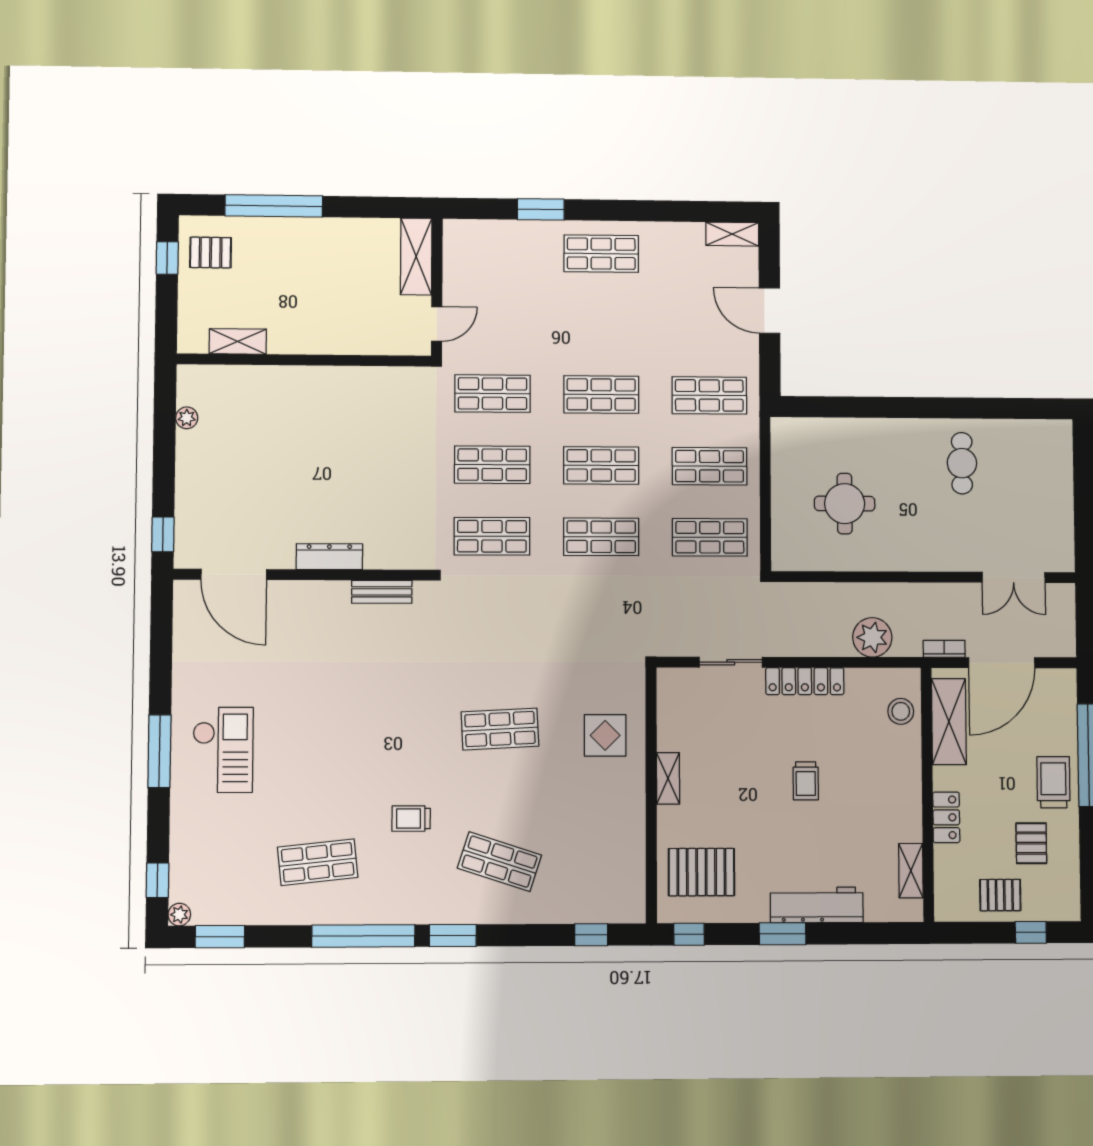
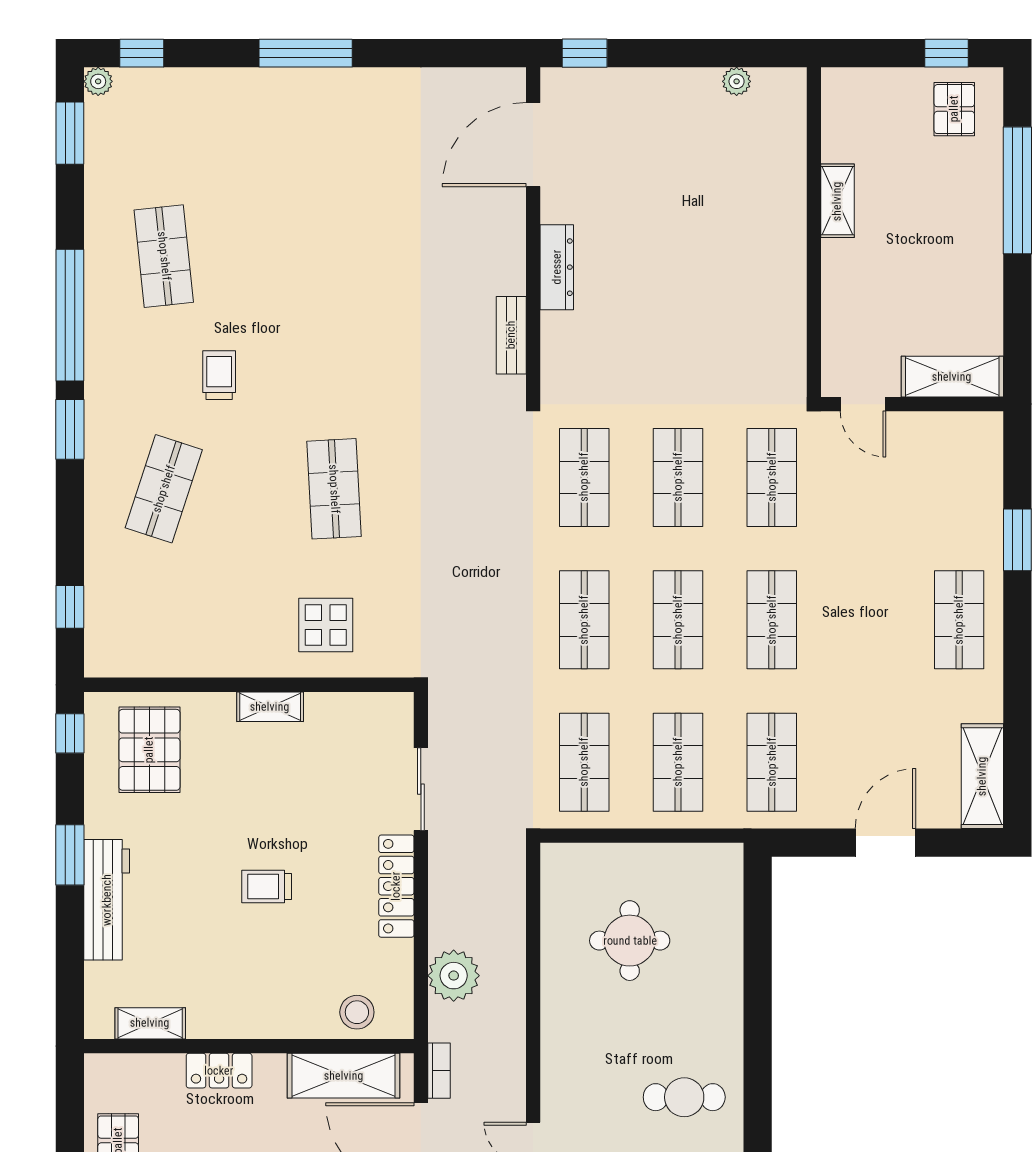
shelving: (732, 234) -> (982, 776), width x1.50, depth x1.33
shelving: (238, 341) -> (837, 201), moved
checkout: (223, 750) -> (307, 134), removed

